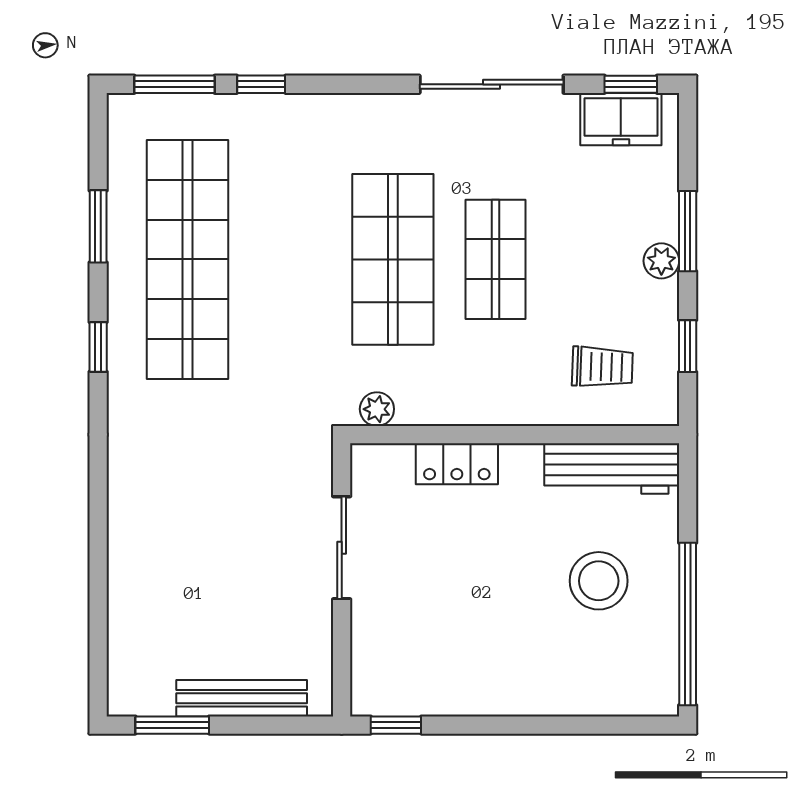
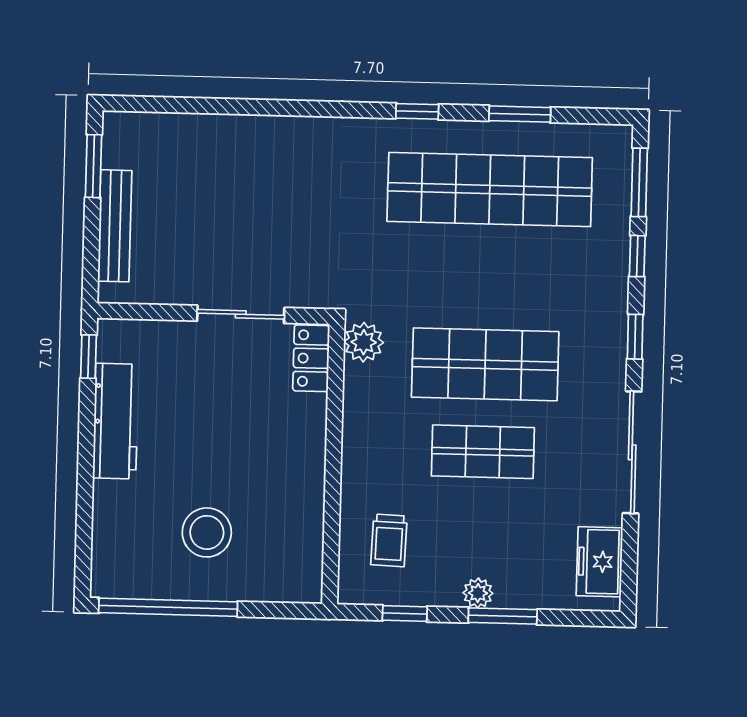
window: (631, 84) -> (635, 337), moved
plant: (377, 409) -> (364, 342), width x1.38, depth x1.38
locker: (457, 464) -> (311, 358), moved
workbench: (612, 468) -> (116, 421), moved, turned 180

